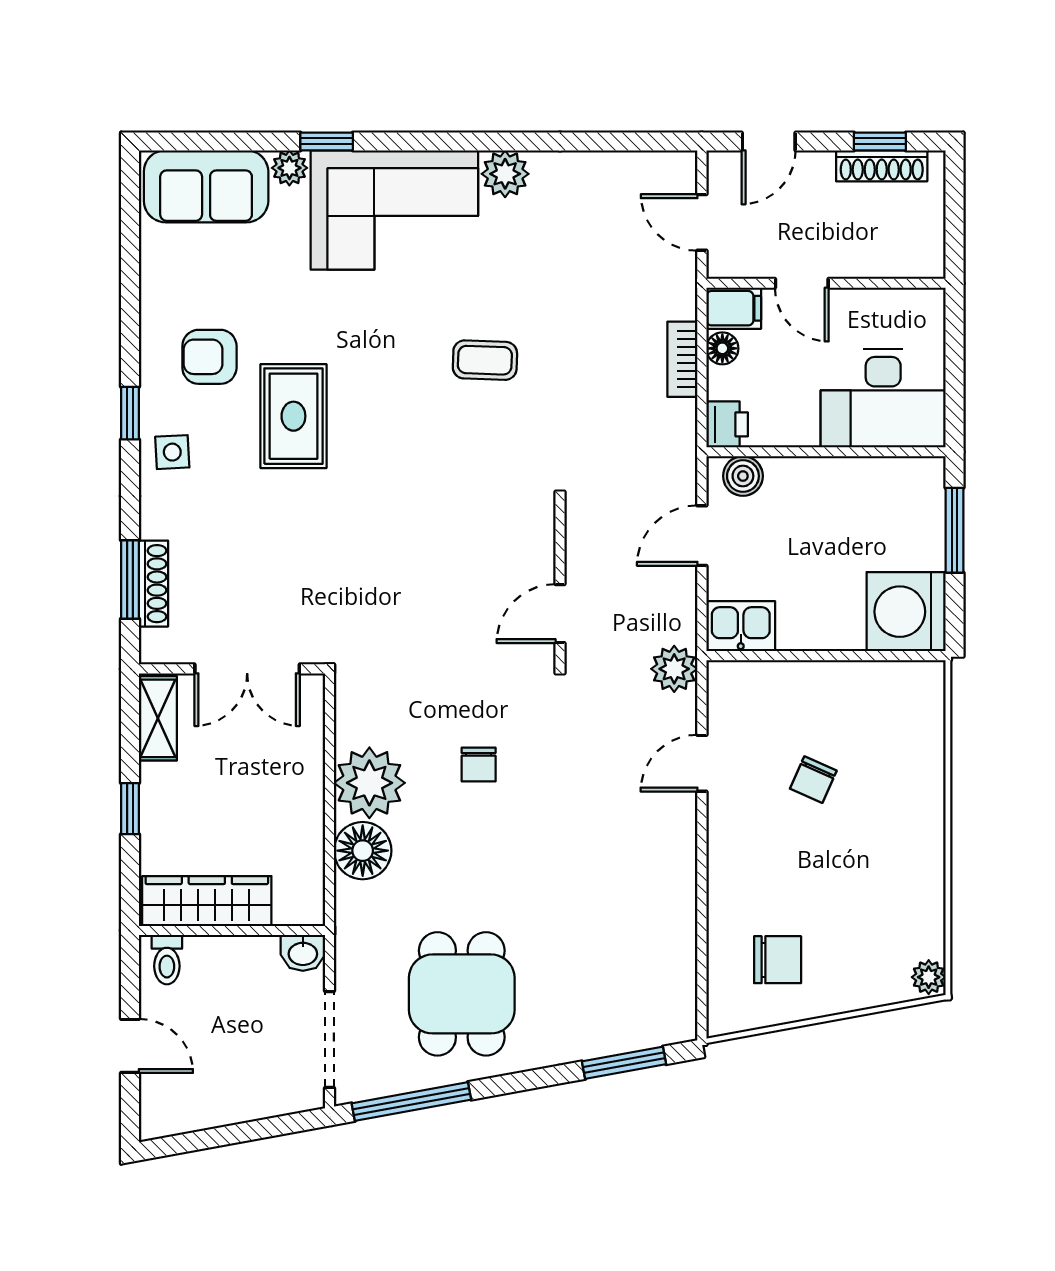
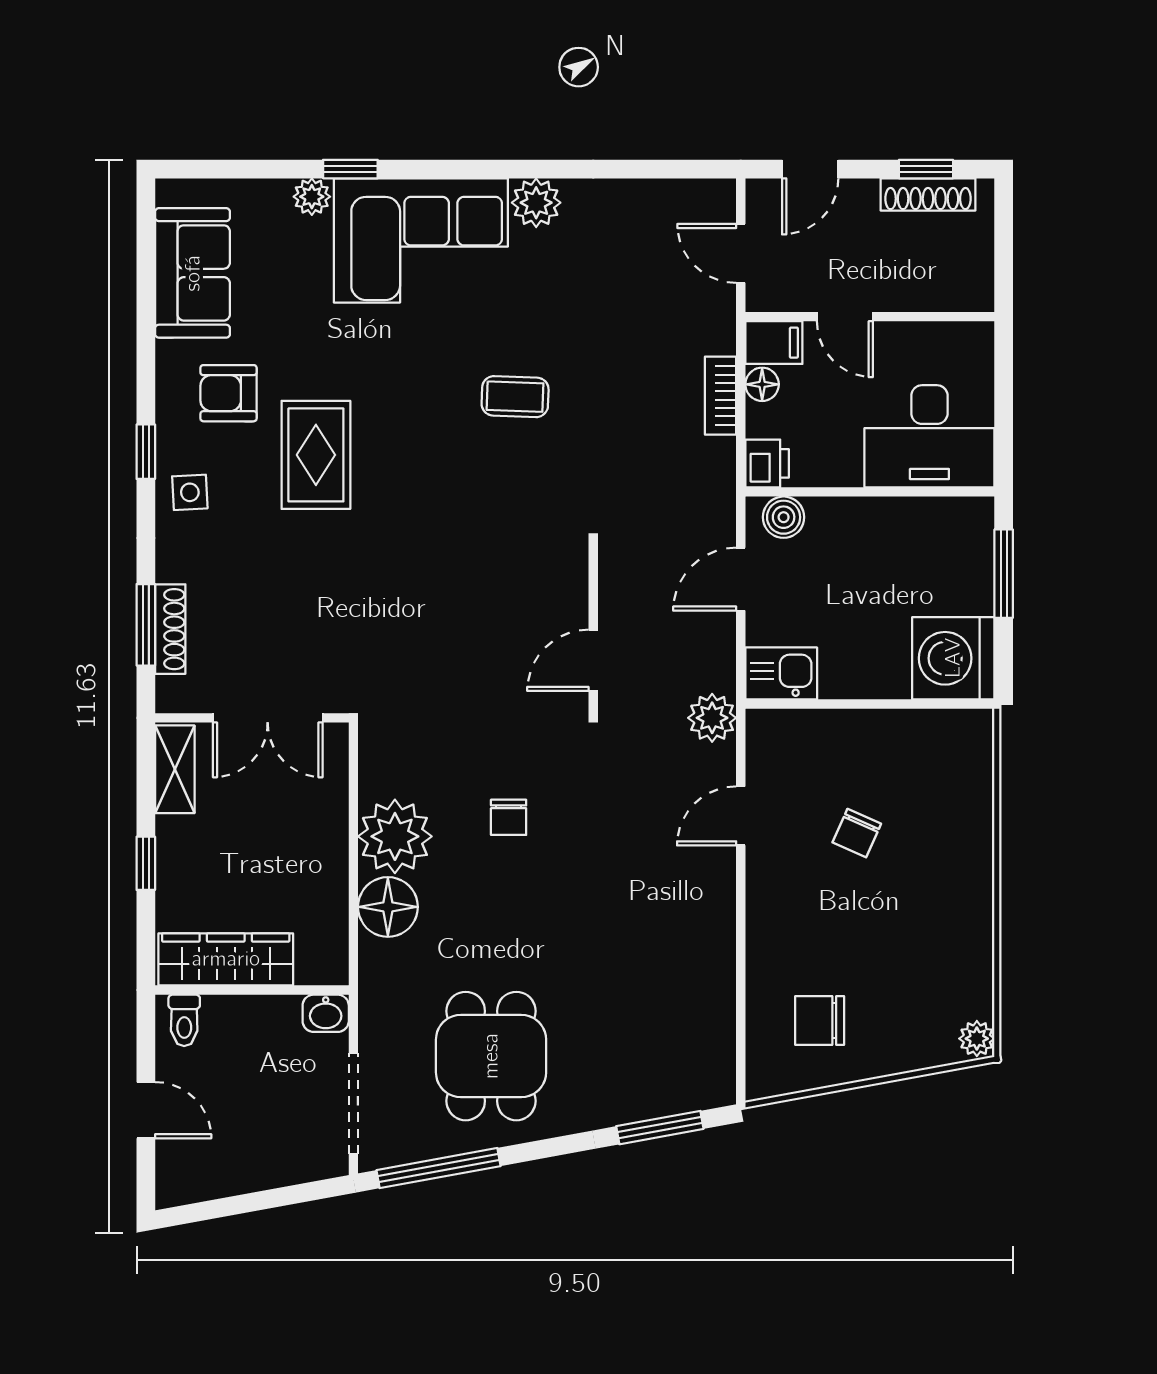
sofa: (206, 186) -> (193, 273), moved, turned -90
chair: (778, 960) -> (820, 1020), turned 180

